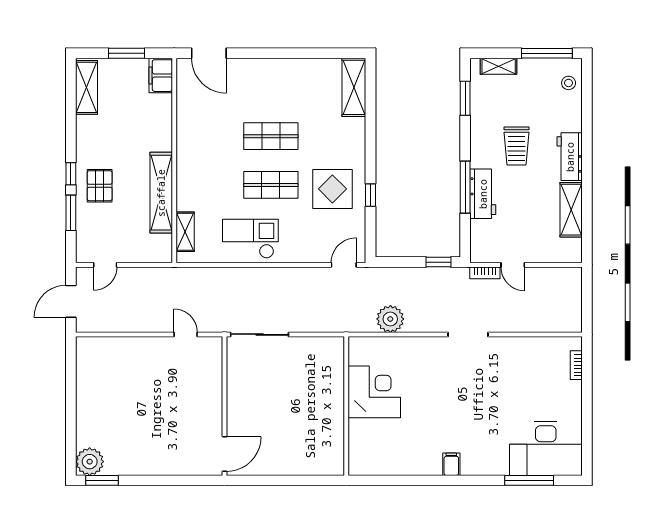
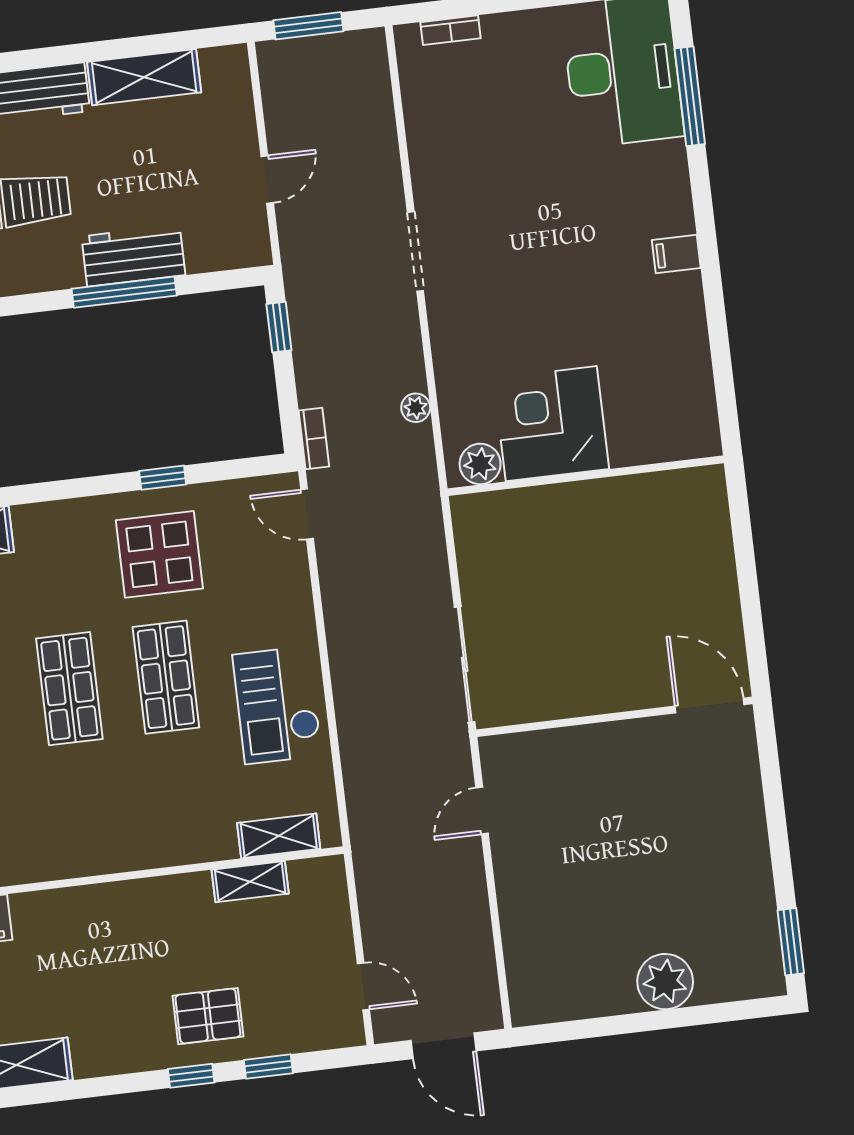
shelving: (161, 193) -> (250, 882), width x0.45, depth x0.75
window: (71, 213) -> (268, 1067), width x0.67
bookcase: (485, 273) -> (314, 438), moved
window: (587, 295) -> (308, 26), added
plant: (390, 319) -> (416, 408), width x0.53, depth x0.53
plant: (358, 354) -> (480, 464), added
plant: (90, 462) -> (665, 982), moved

